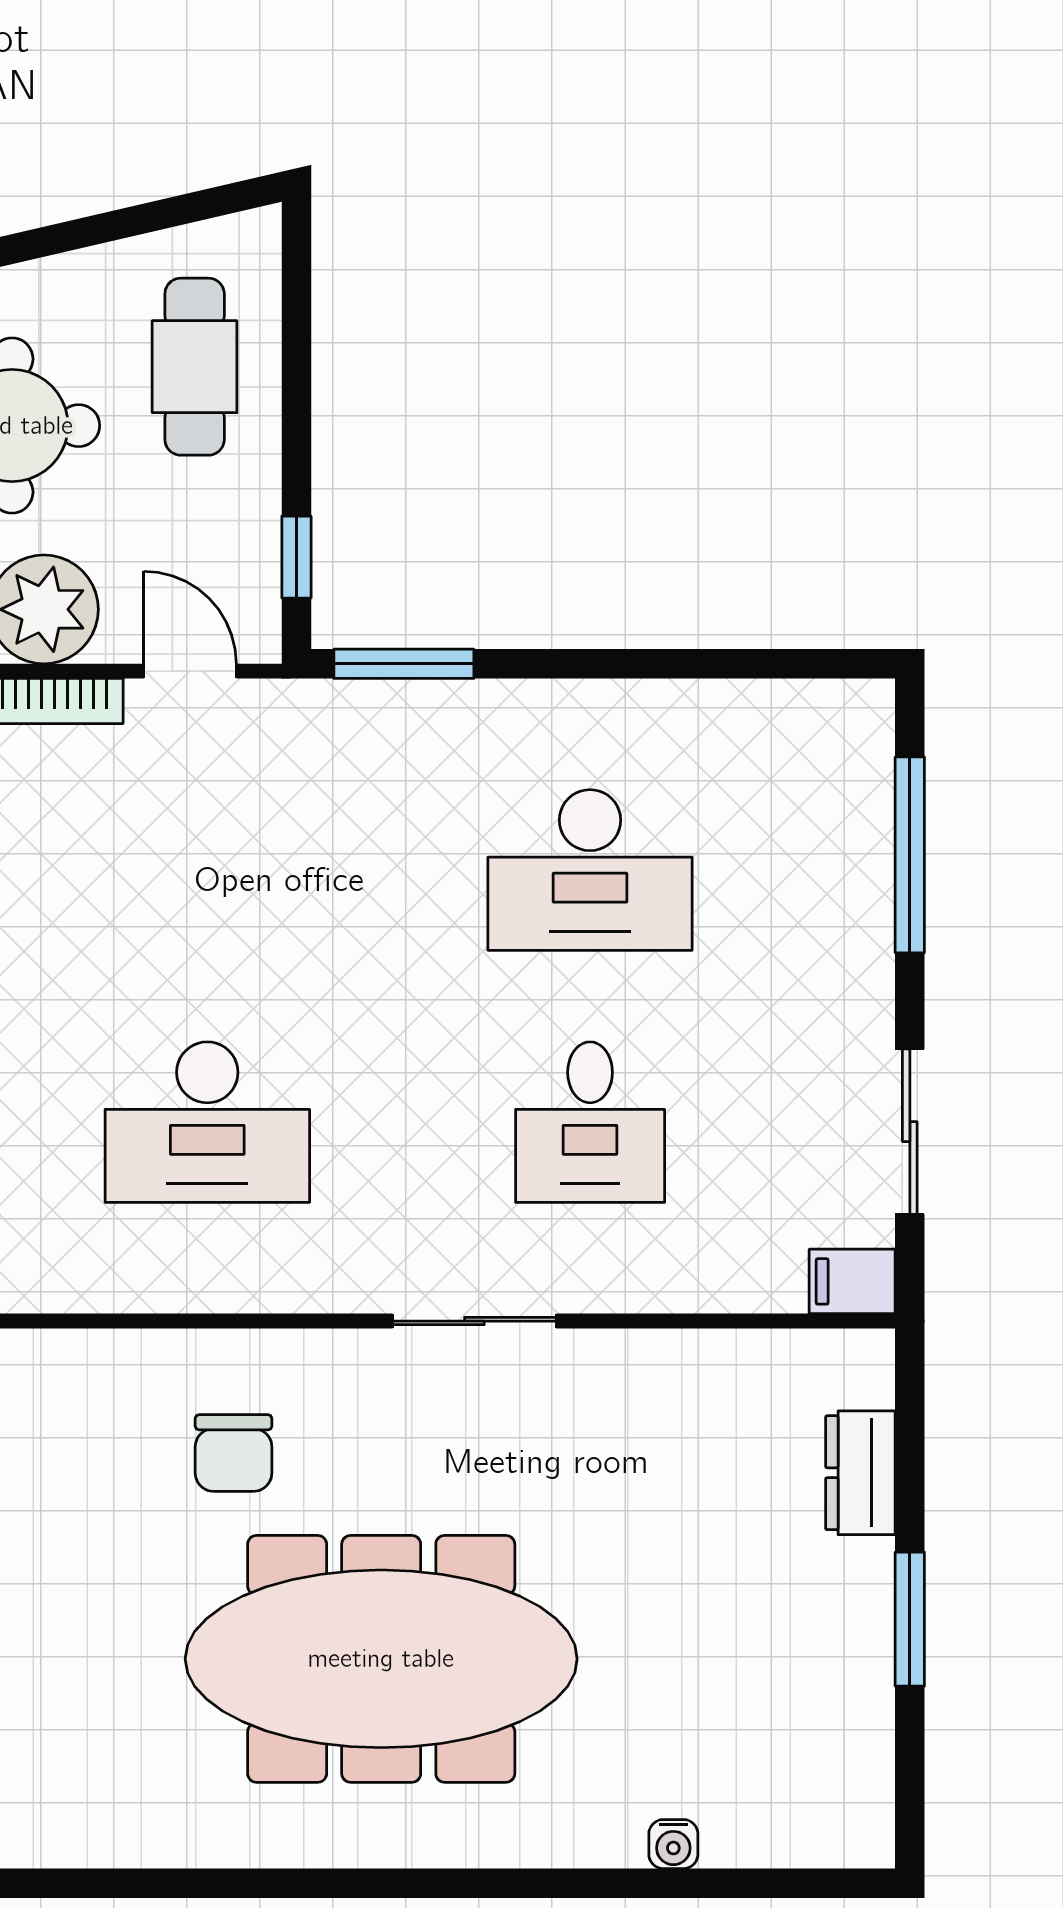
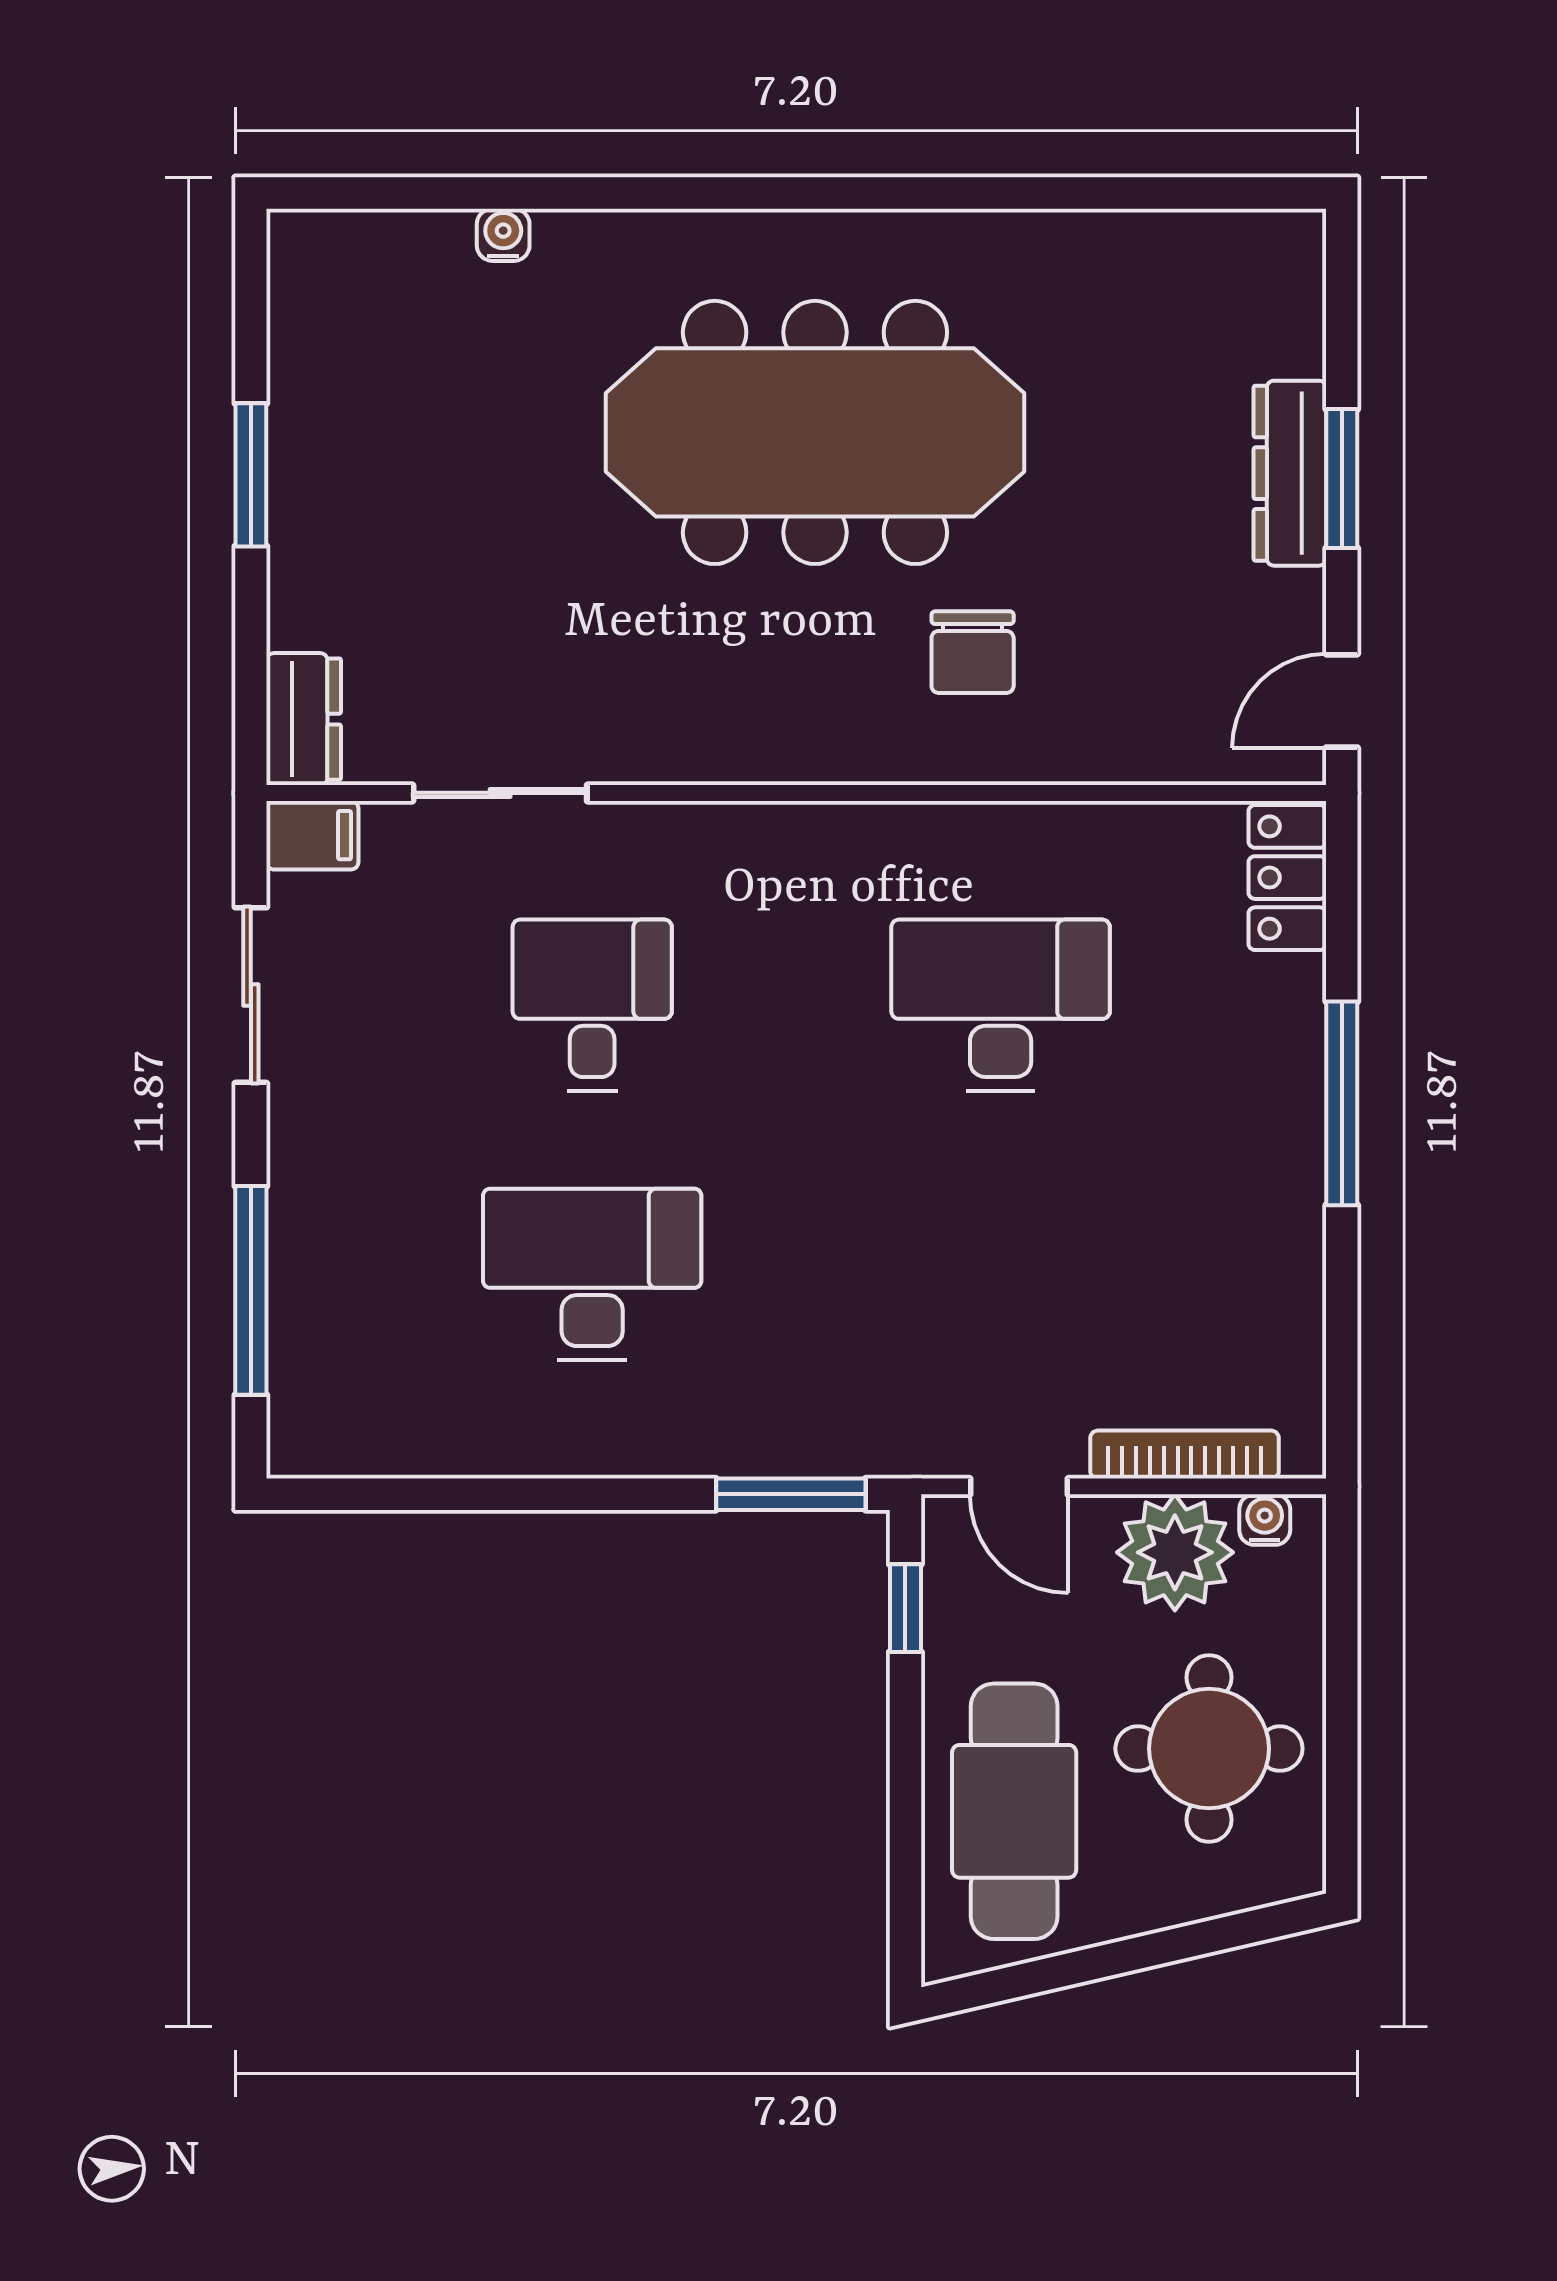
cafe table: (195, 367) -> (1014, 1811), width x1.37, depth x1.35
sliding door: (474, 1321) -> (500, 793), moved
chair: (234, 1453) -> (973, 652), turned 180
dresser: (860, 1473) -> (304, 719), moved

